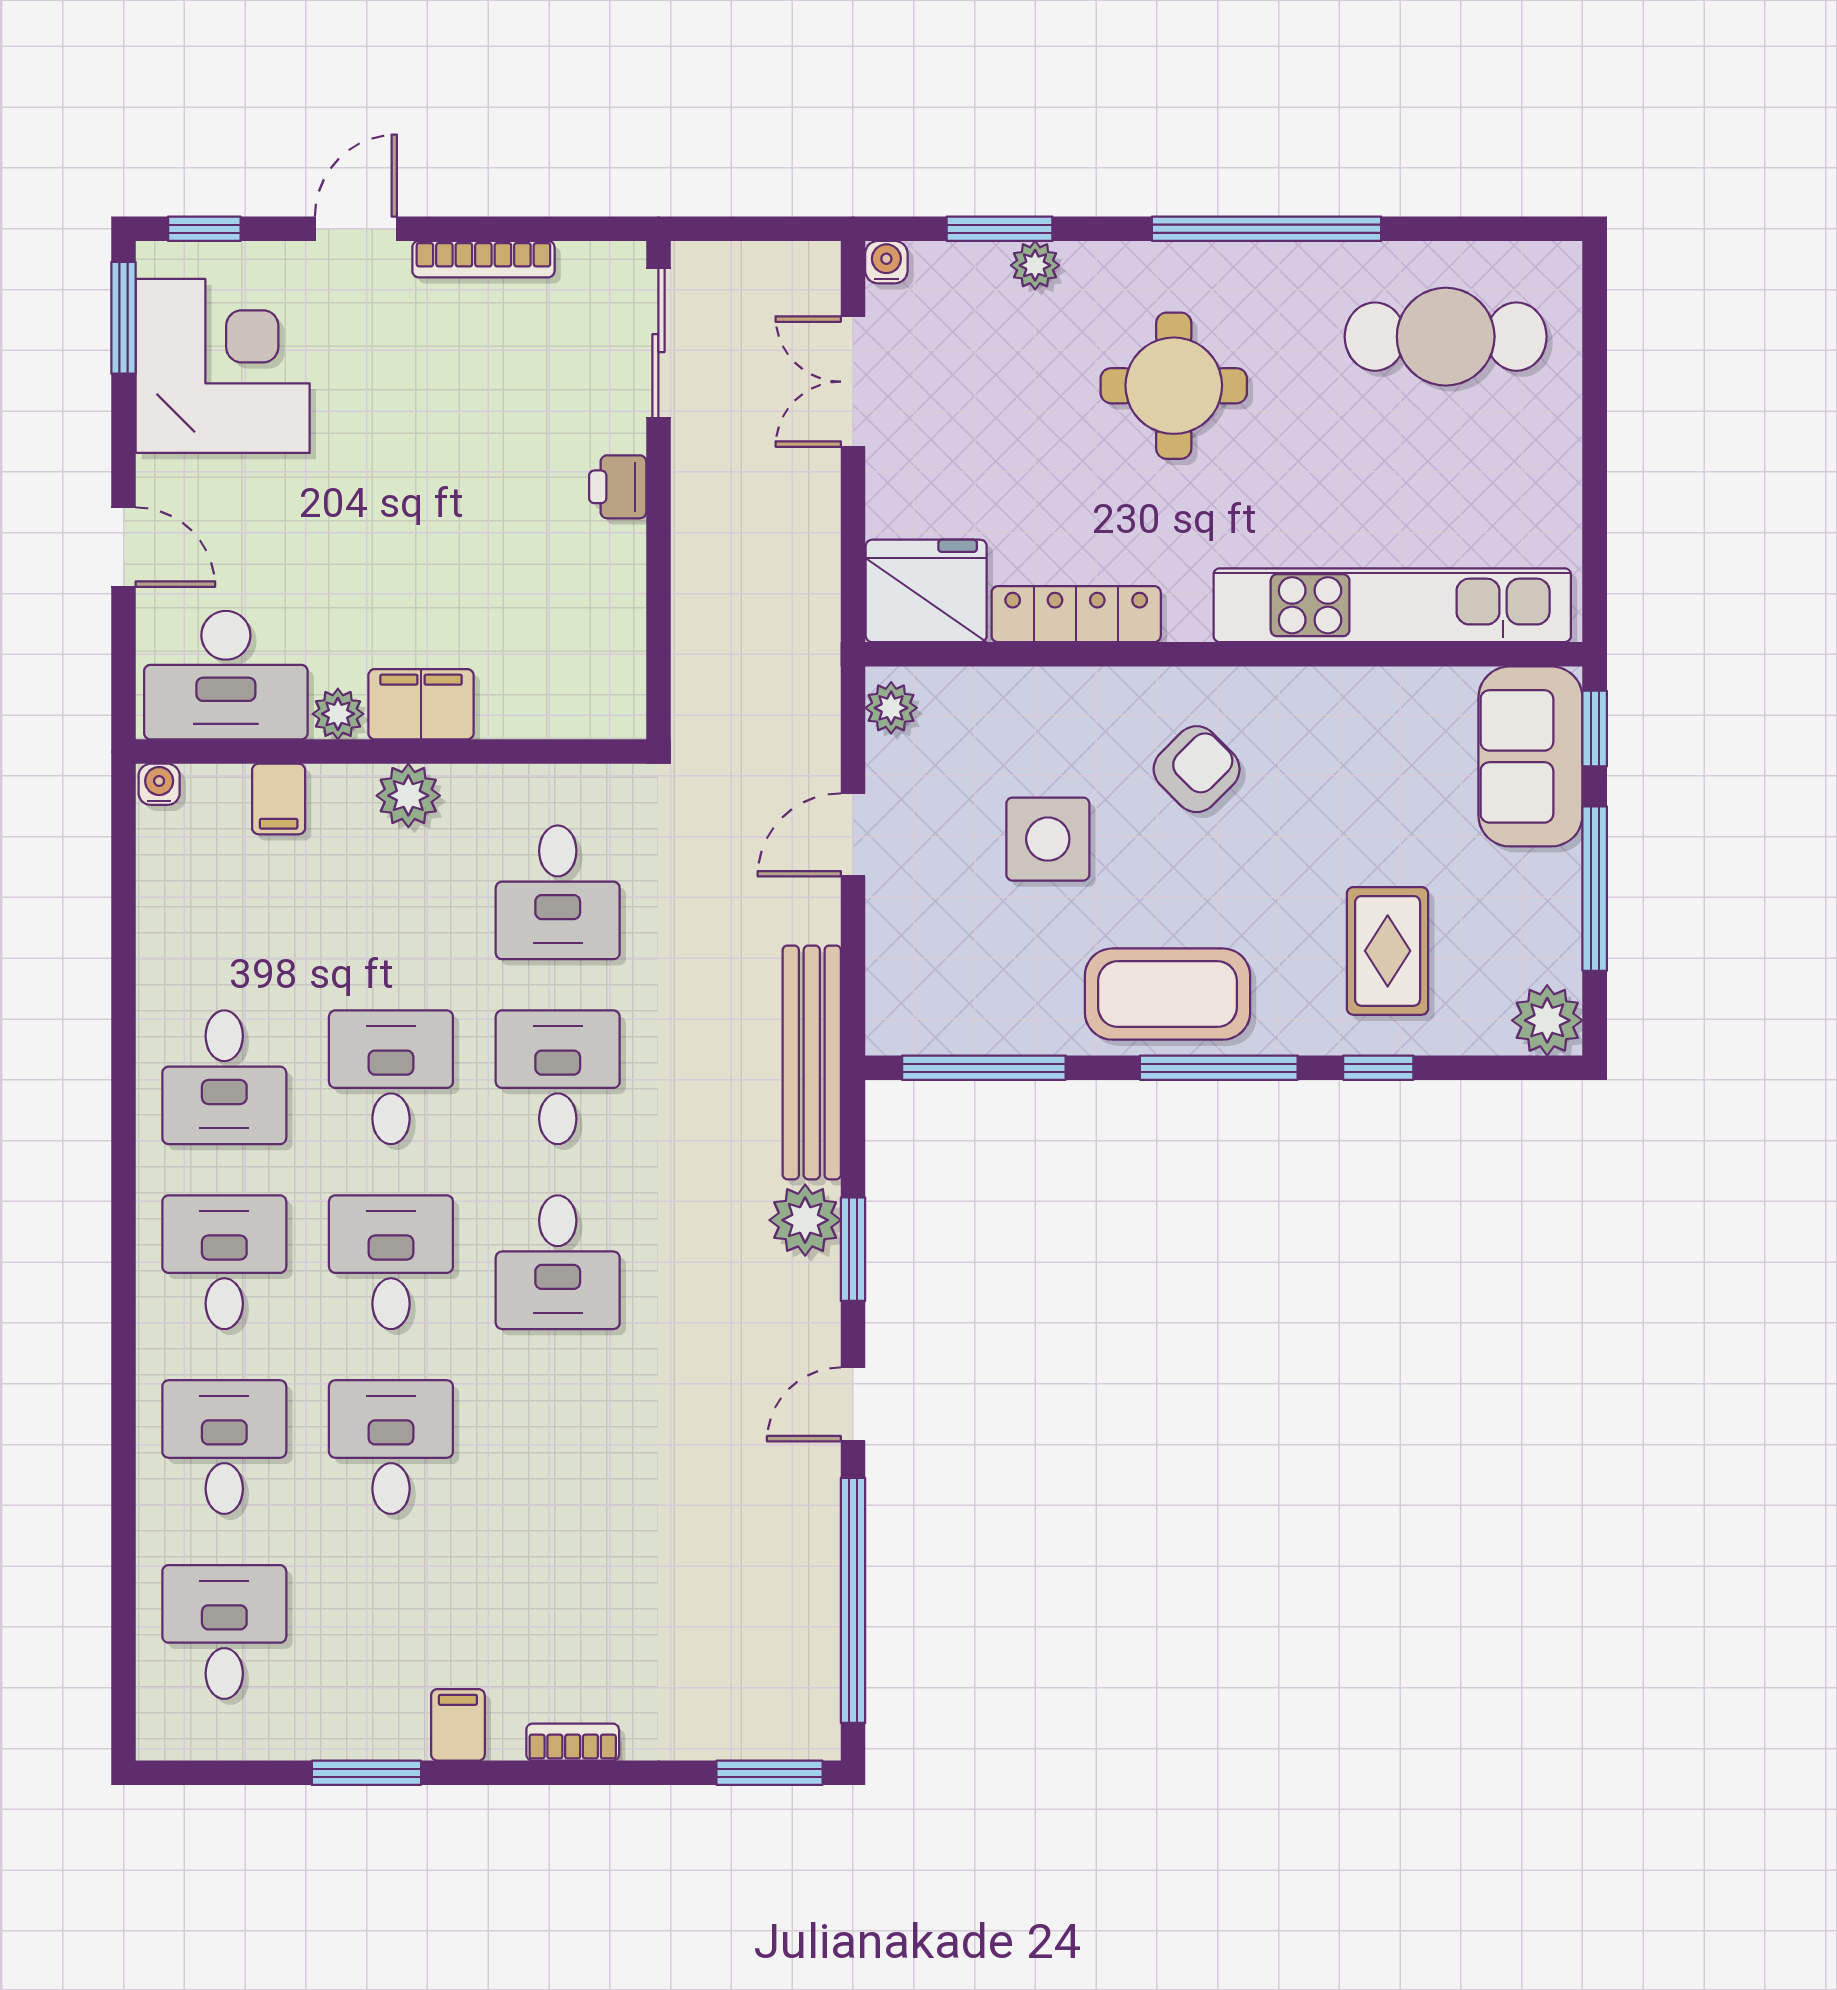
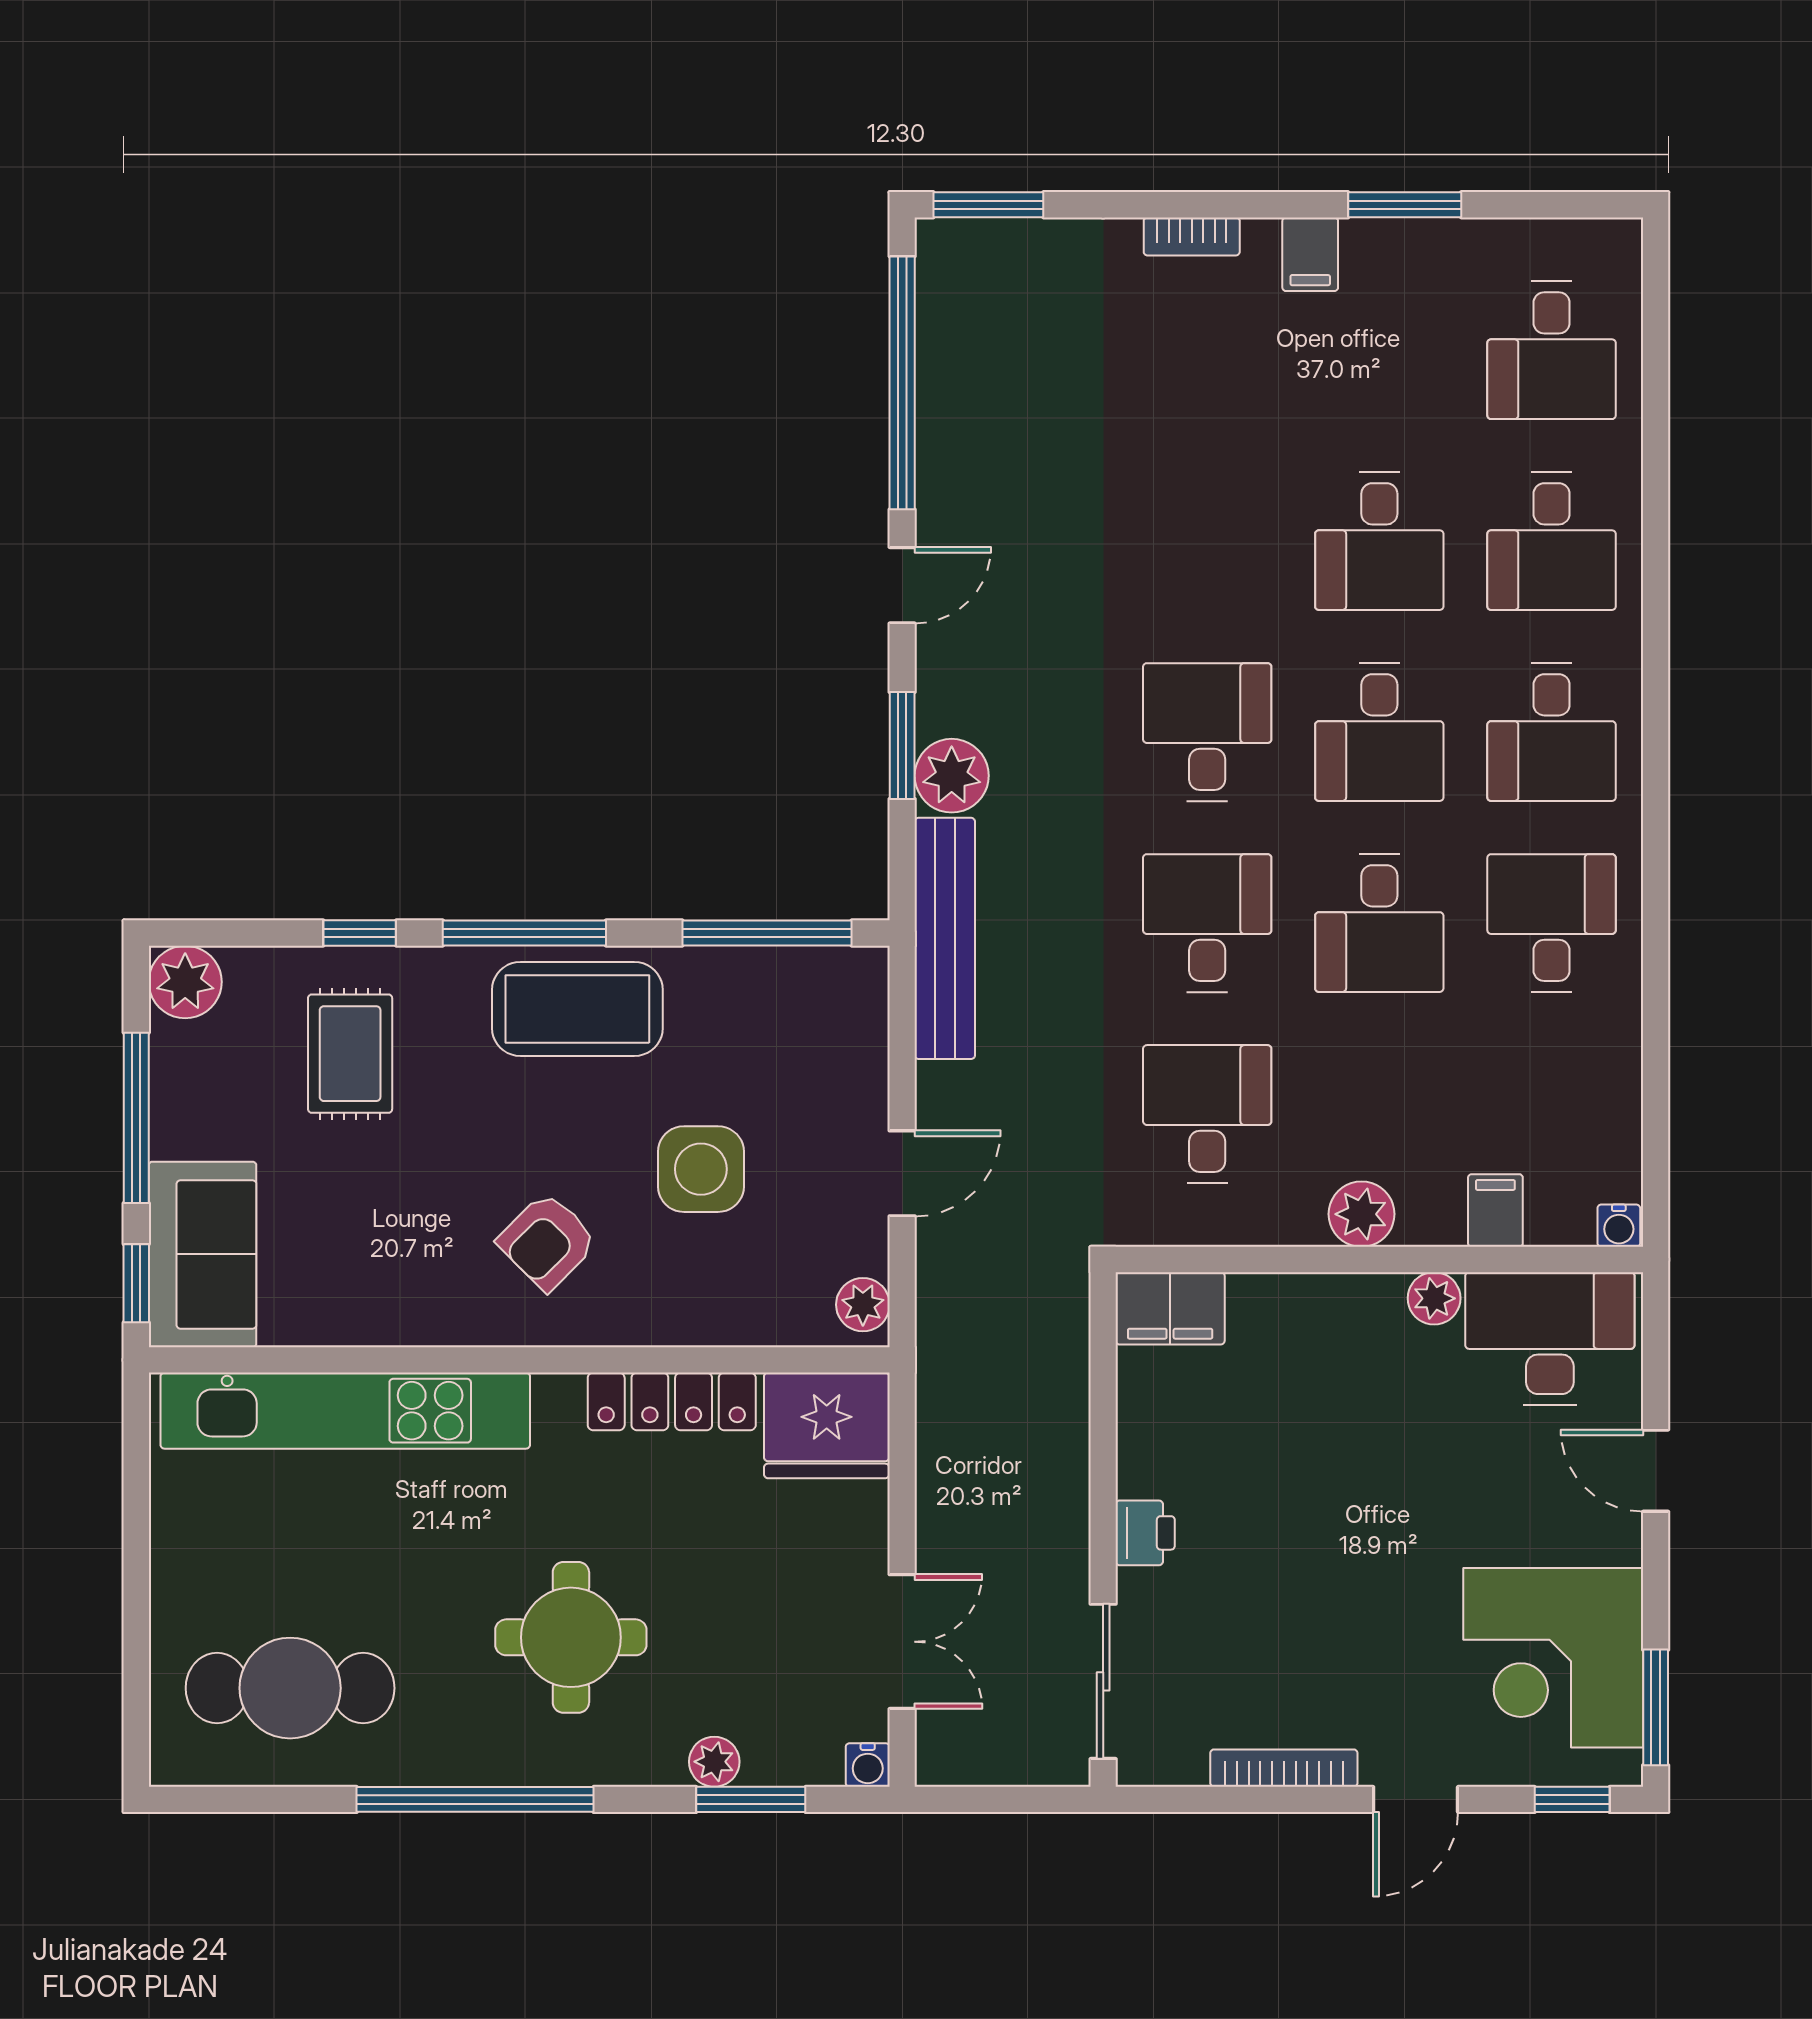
filing cabinet: (421, 704) -> (1170, 1308), moved
desk: (558, 1077) -> (1207, 923), turned 180

